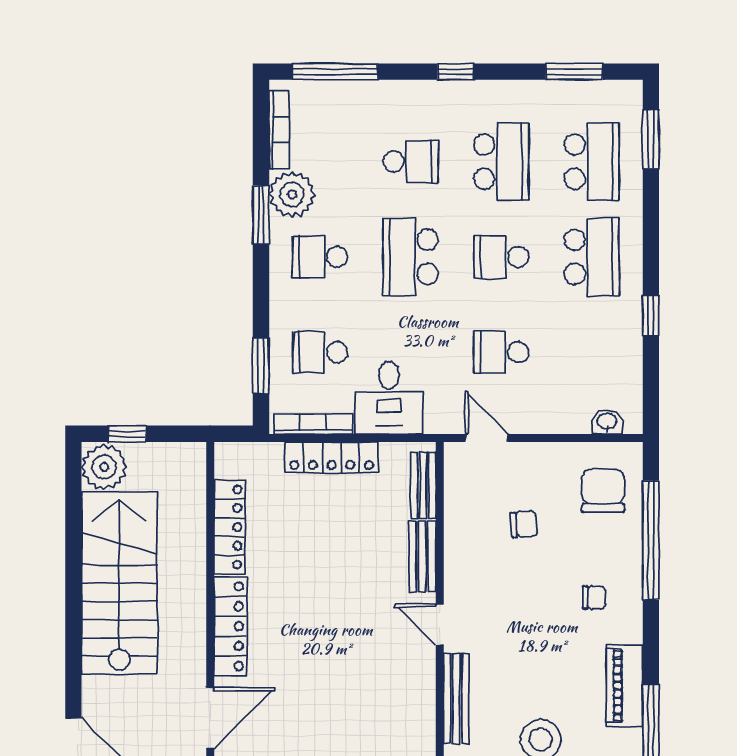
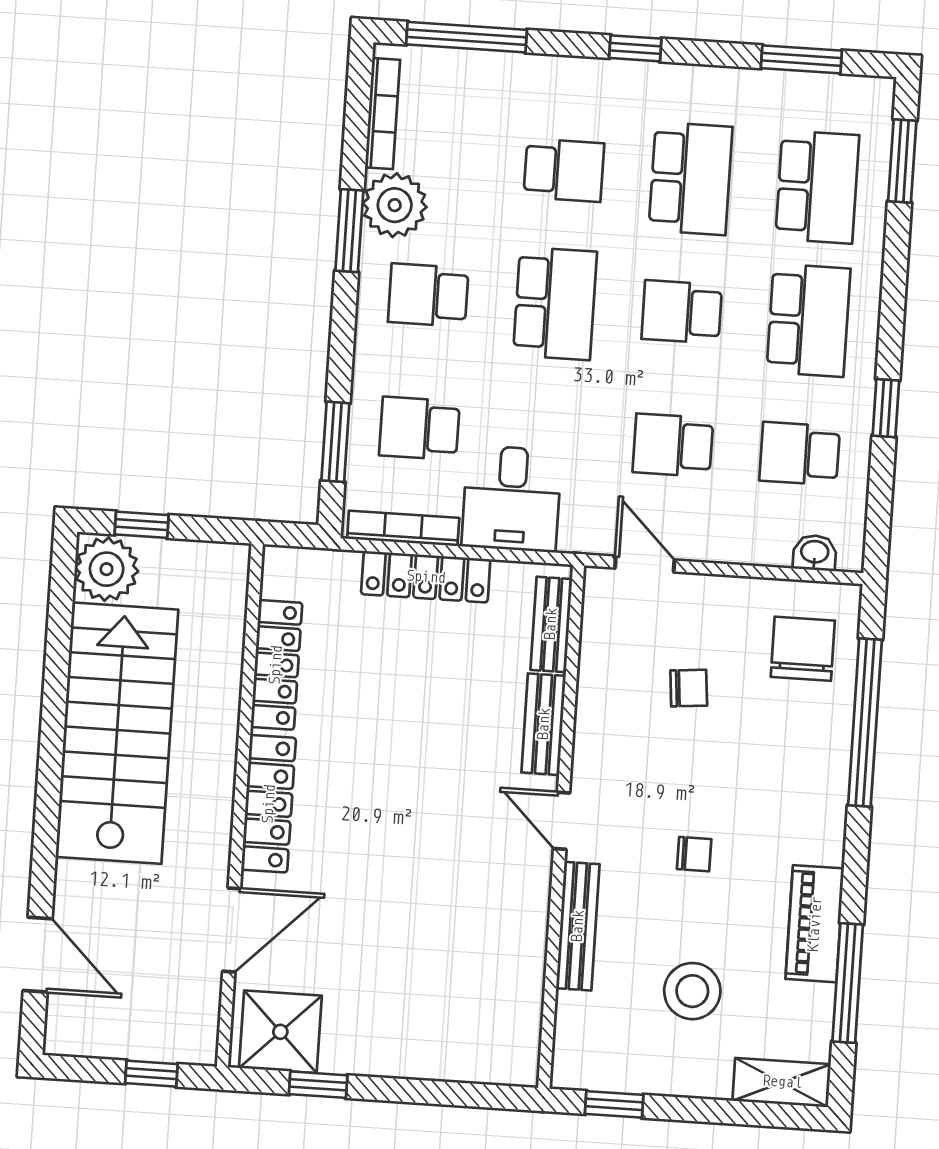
school desk: (411, 257) -> (555, 303), turned 180
school desk: (592, 352) -> (800, 454), added
chair: (594, 598) -> (694, 854), moved

